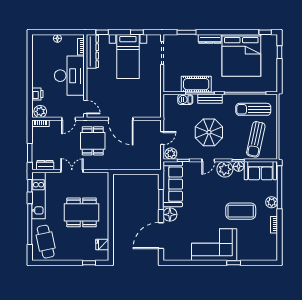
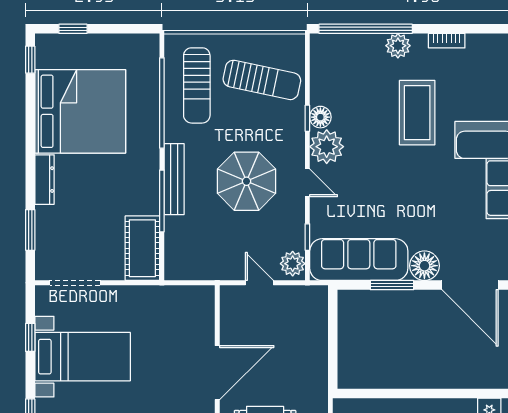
cot: (196, 84) -> (142, 248), moved
barbecue: (185, 99) -> (176, 233), removed
bench: (210, 99) -> (174, 179), width x1.36
sofa: (260, 171) -> (330, 70), removed

